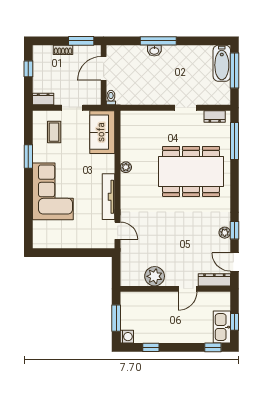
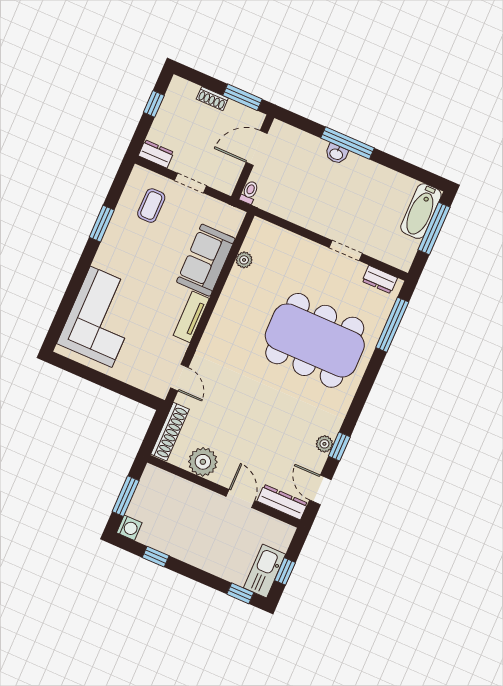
sofa: (102, 132) -> (206, 260), moved
plant: (126, 167) -> (244, 260), moved
corner sofa: (53, 191) -> (101, 317), moved
tv unit: (109, 197) -> (191, 317), width x0.71
shoe rack: (126, 267) -> (170, 432), added
door: (187, 289) -> (240, 498), swing flipped

